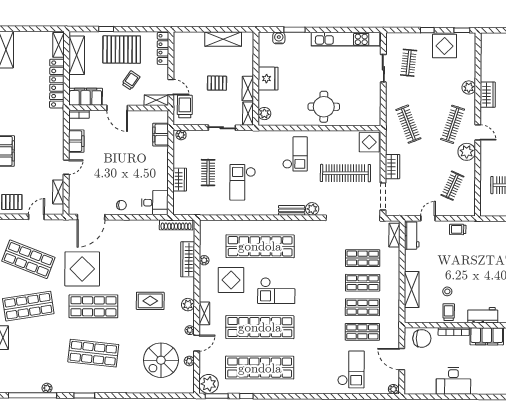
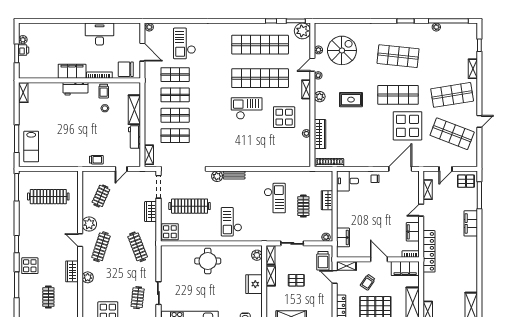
locker: (57, 84) -> (429, 251), moved
workbench: (412, 236) -> (134, 137), moved
shop shelf: (260, 246) -> (260, 145), removed

